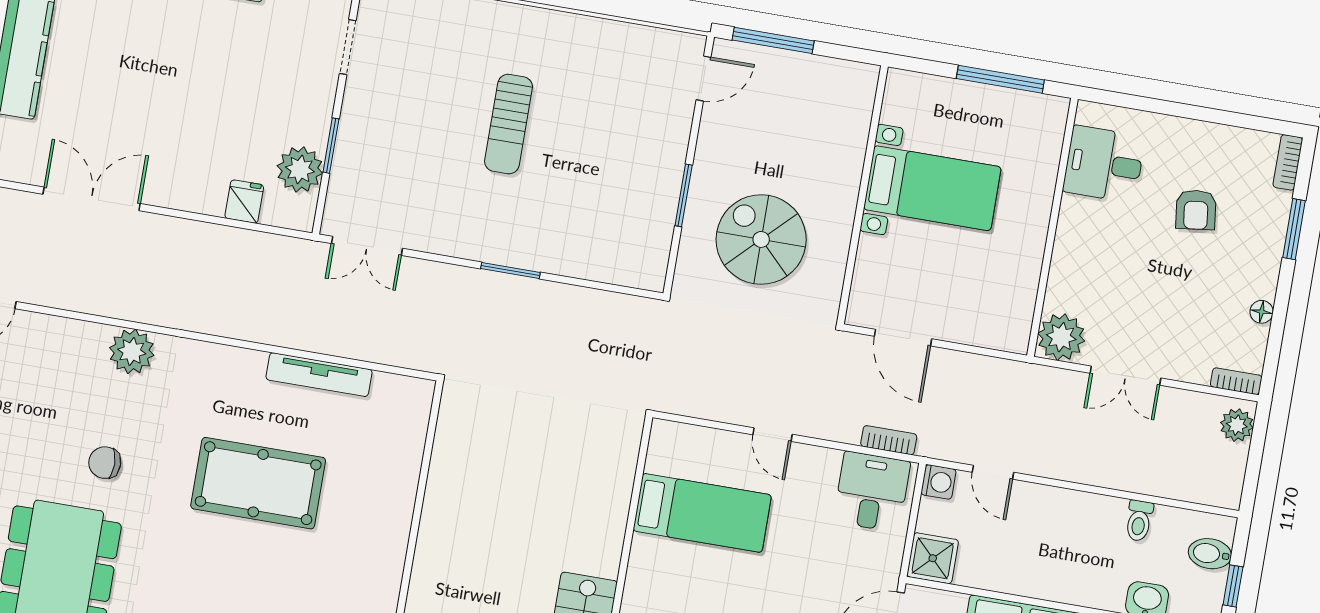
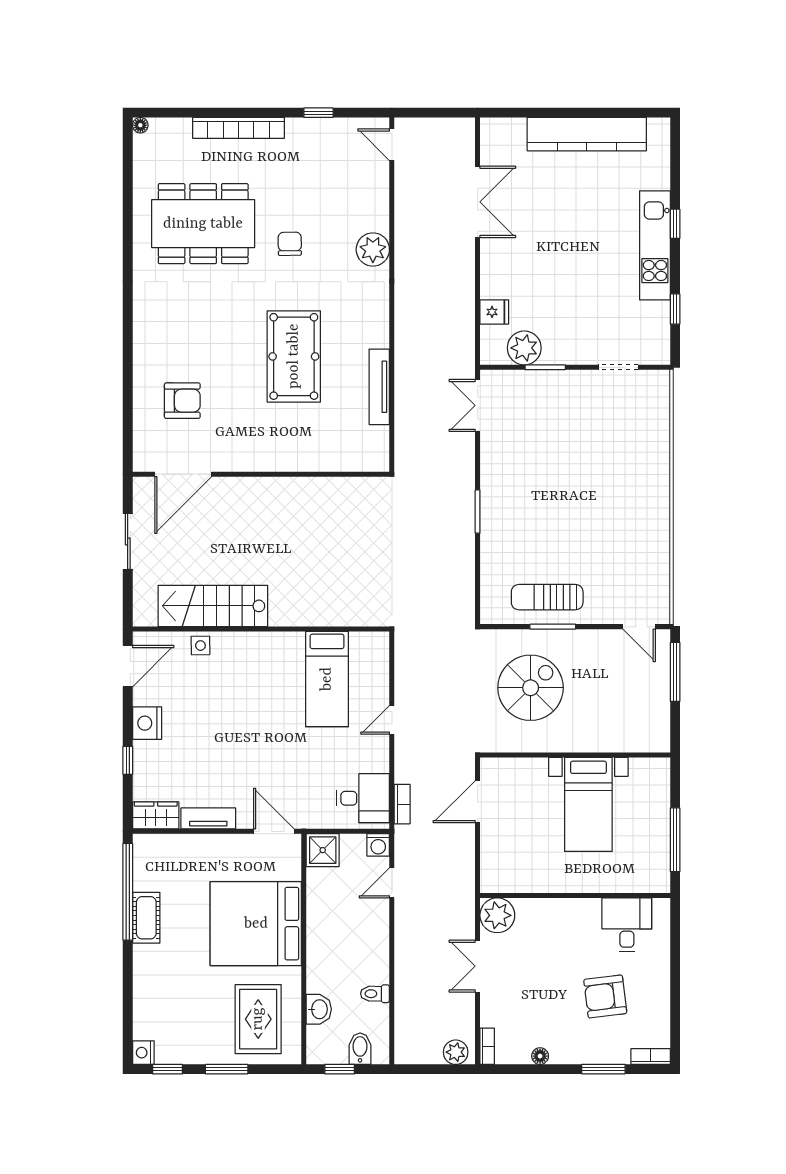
sun lounger: (509, 124) -> (547, 597), moved
armchair: (1196, 210) -> (605, 996), width x1.38, depth x1.38

